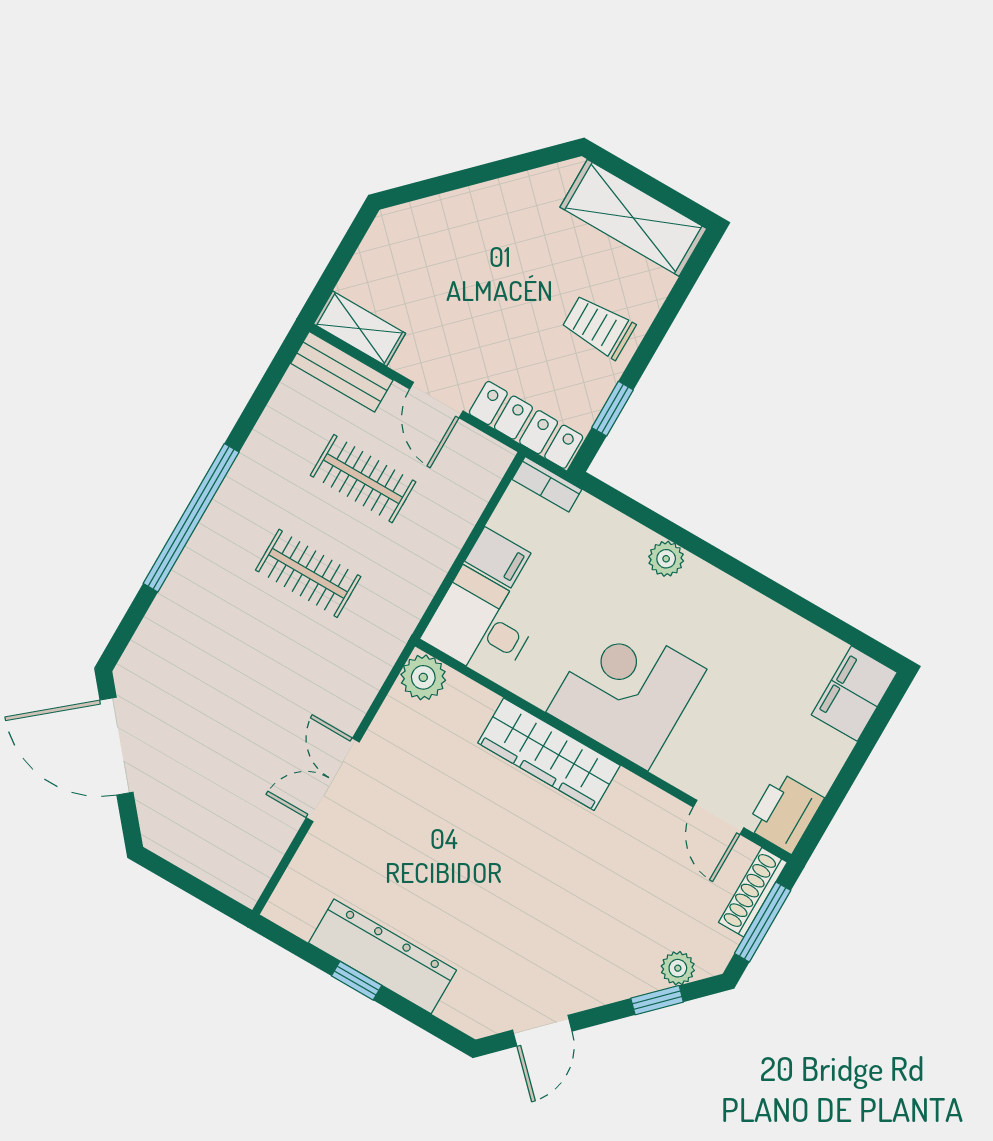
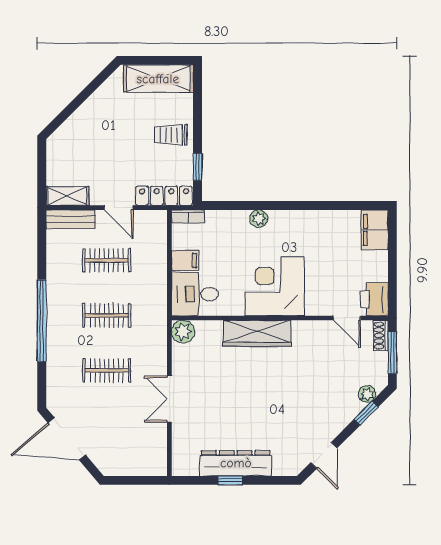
clothes rail: (253, 668) -> (107, 370), added
shoe rack: (753, 892) -> (381, 335), width x0.70

